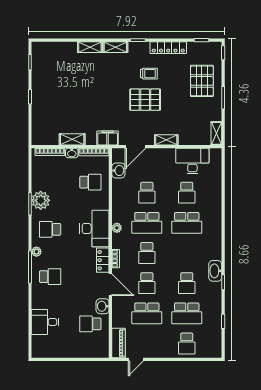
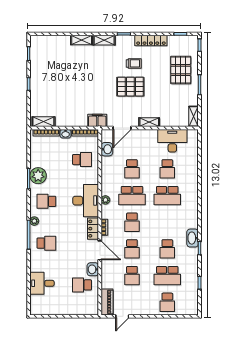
shelving: (72, 139) -> (43, 122), moved
school desk: (147, 313) -> (132, 276), width x0.54

